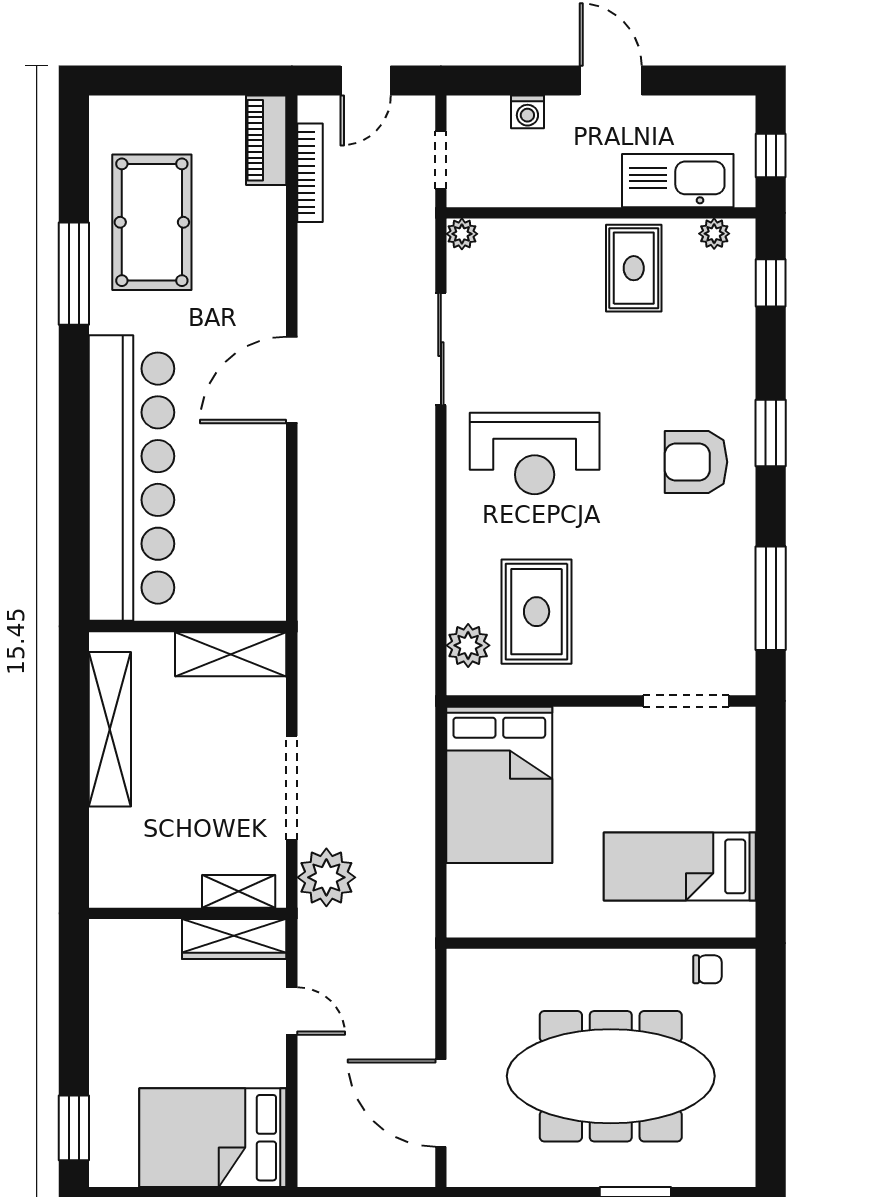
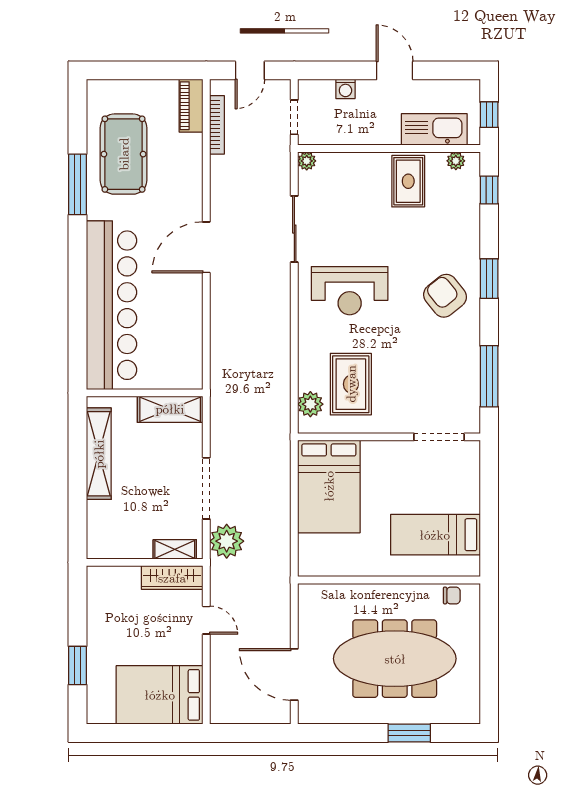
armchair: (696, 462) -> (445, 296), turned 51
window: (74, 1128) -> (77, 665), moved

